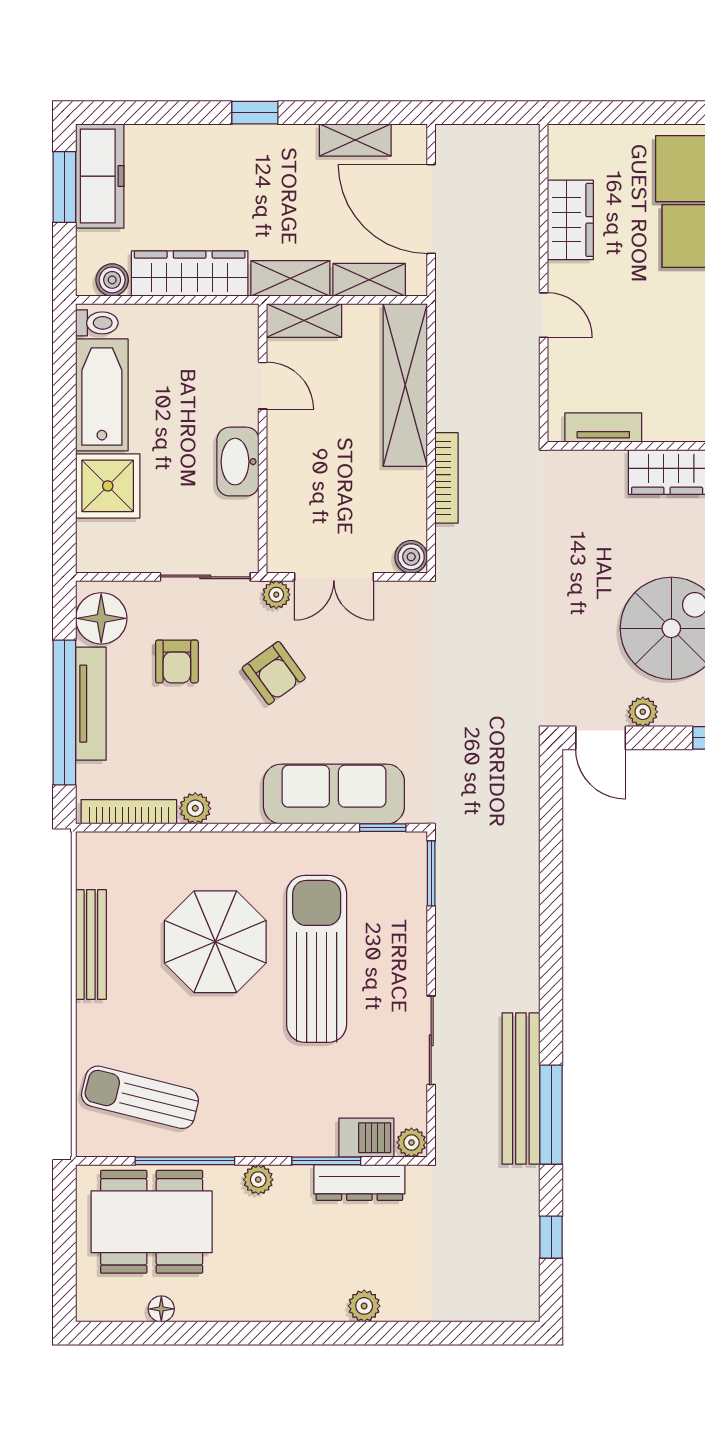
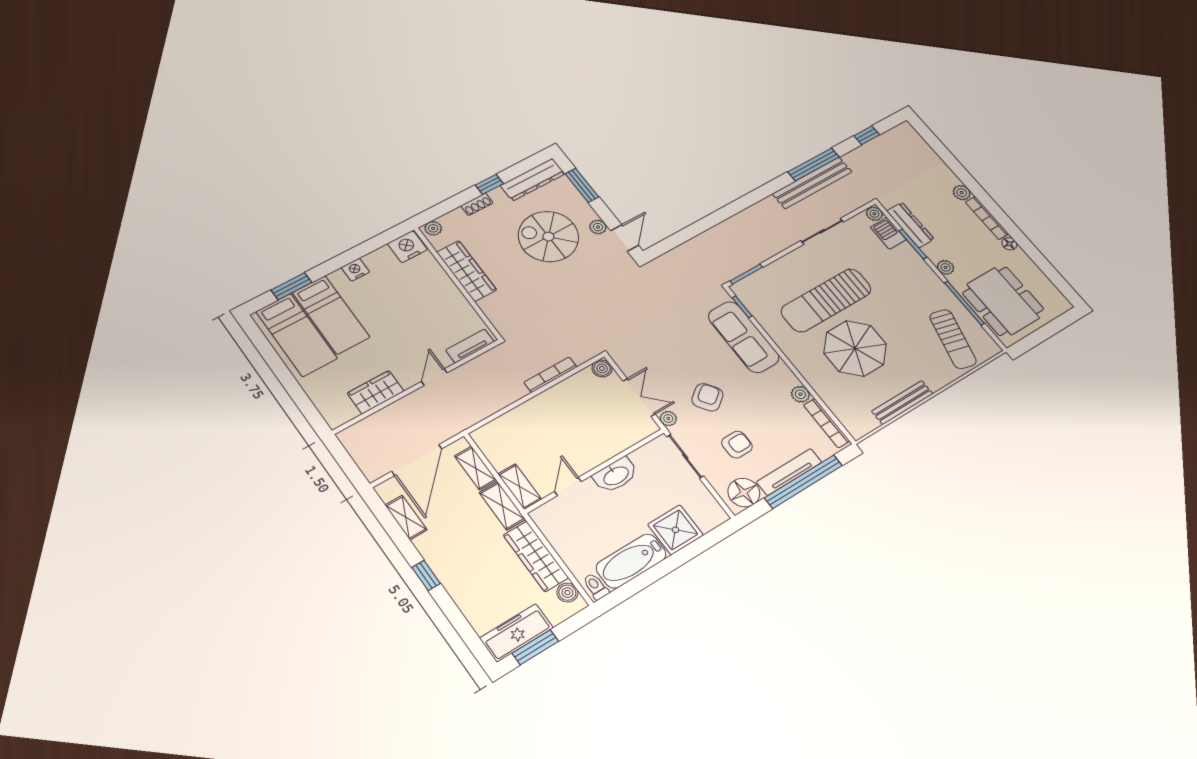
shelving: (405, 385) -> (518, 420), removed
tv unit: (603, 427) -> (470, 346), moved, turned 90
floor lamp: (161, 1309) -> (1009, 244), moved
bookcase: (299, 1310) -> (987, 218), added

